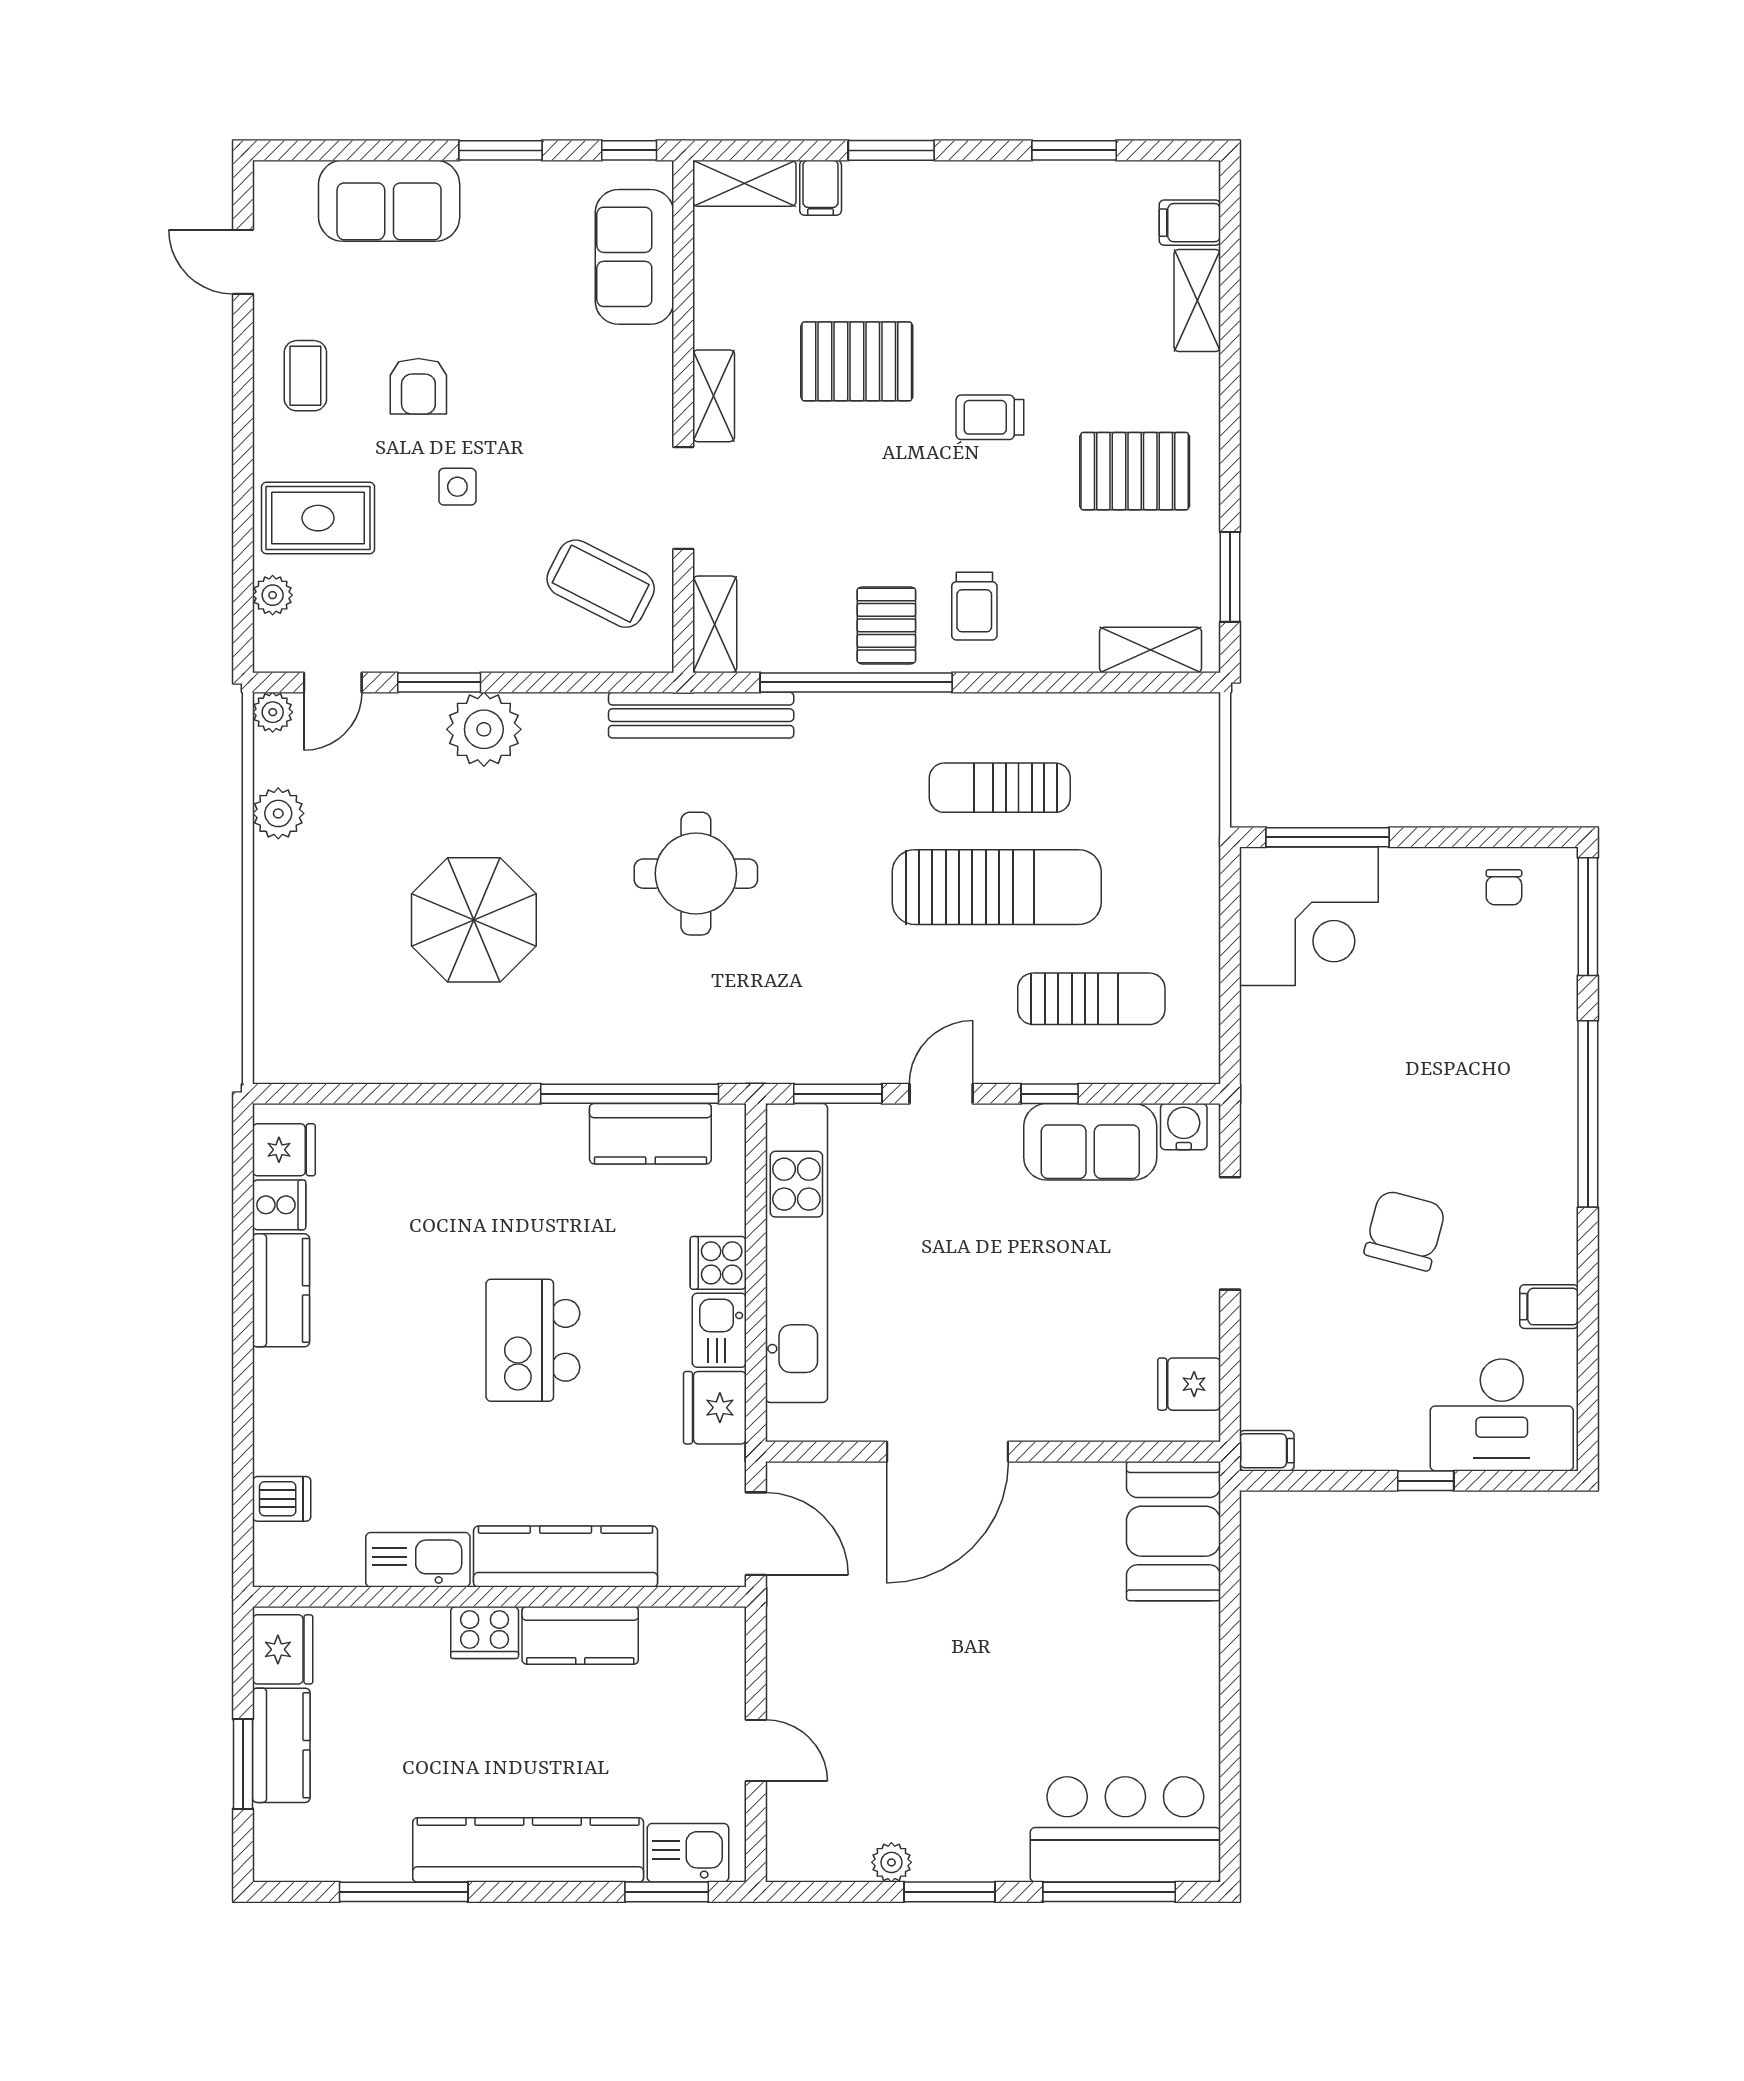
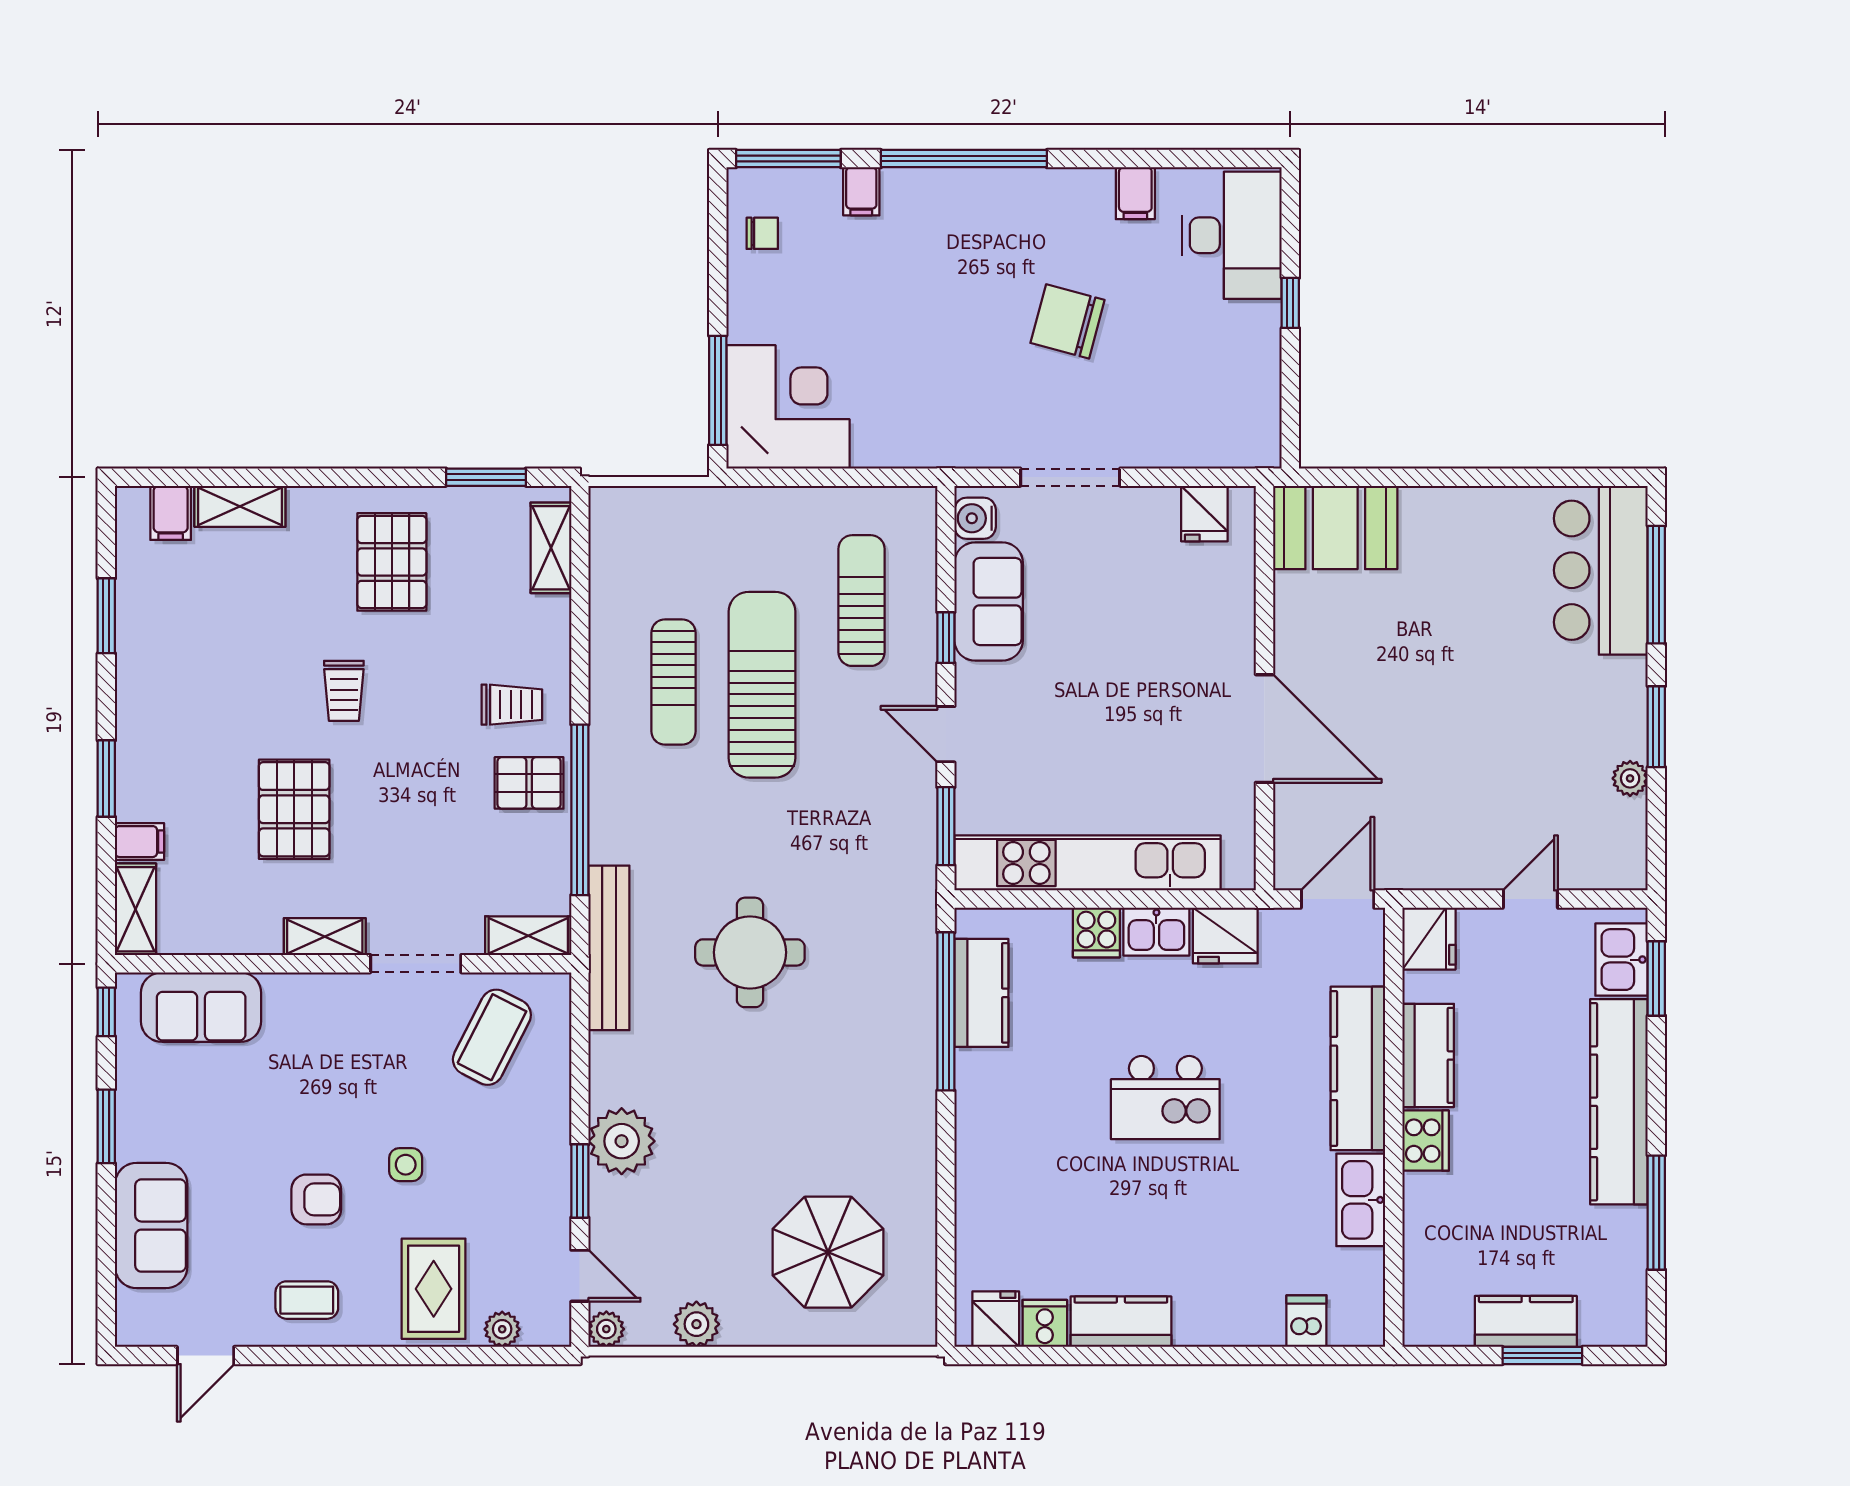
parasol: (474, 920) -> (828, 1252), moved
filing cabinet: (1267, 1451) -> (861, 191), moved, turned 180
fridge: (283, 1649) -> (1429, 939), moved, turned 90

